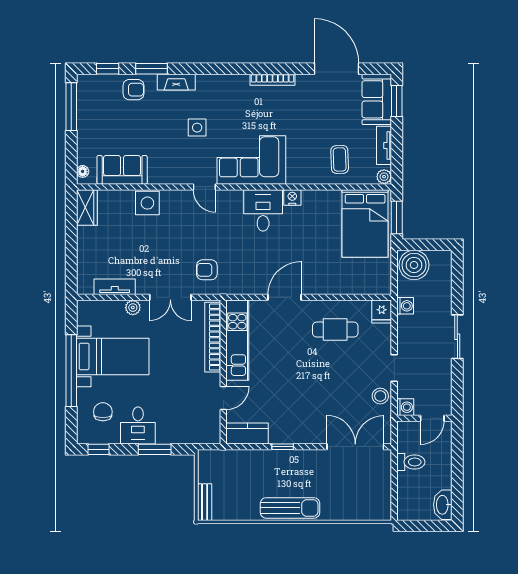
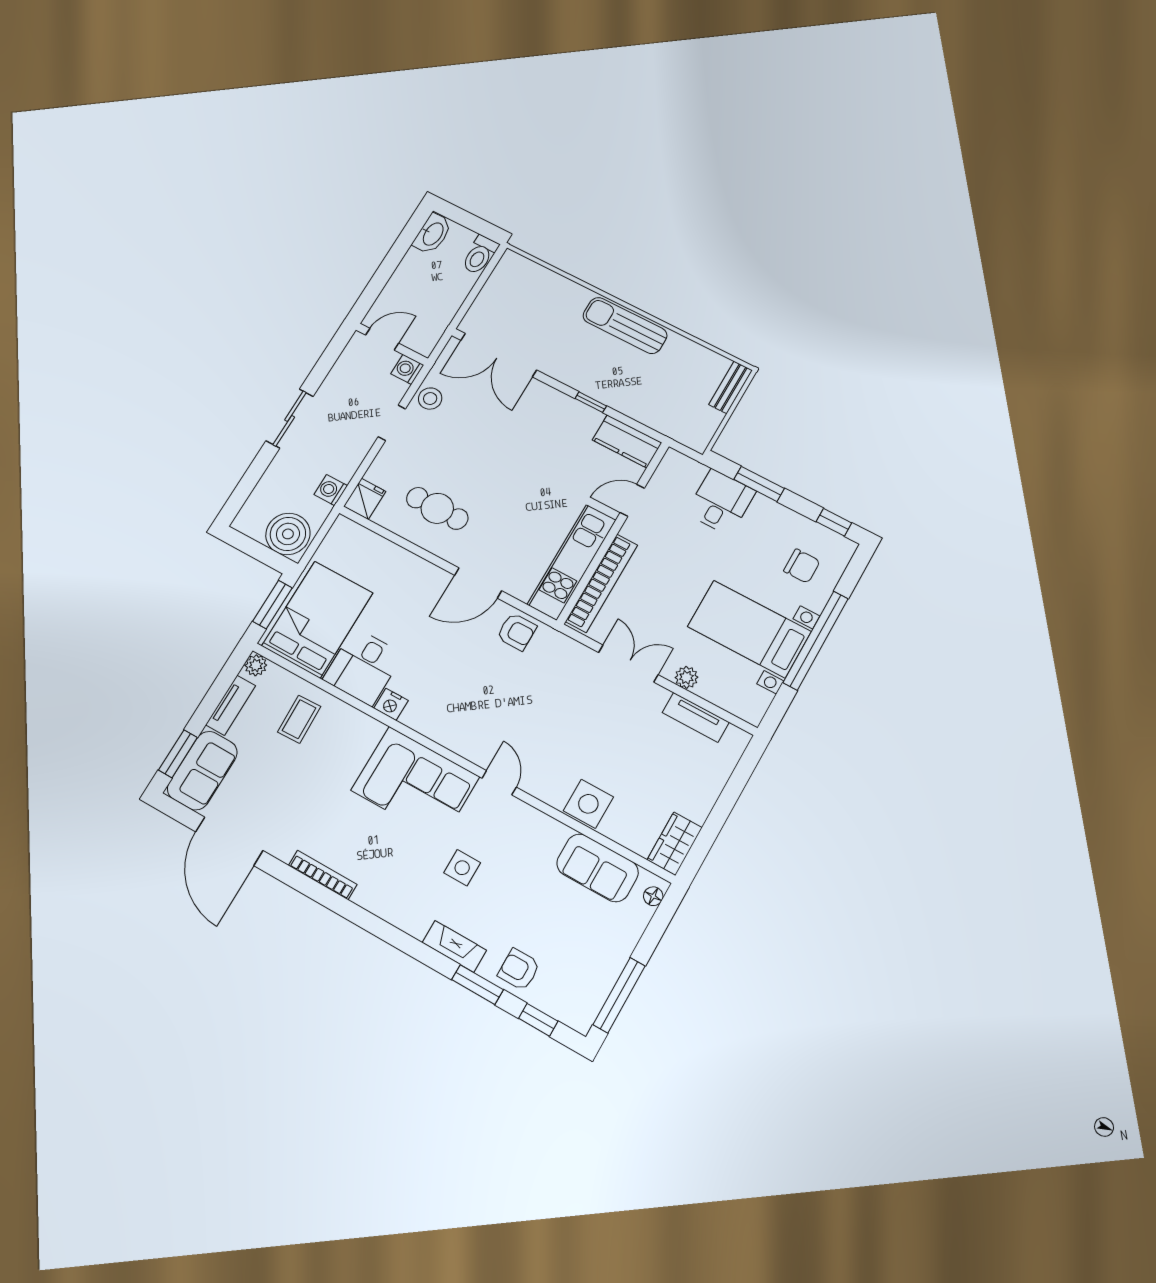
desk: (263, 210) -> (363, 667), moved
armchair: (207, 270) -> (517, 632), moved
chair: (103, 412) -> (802, 566), turned -90
desk: (138, 425) -> (721, 502), moved
toilet: (411, 462) -> (480, 255), moved, turned -90

